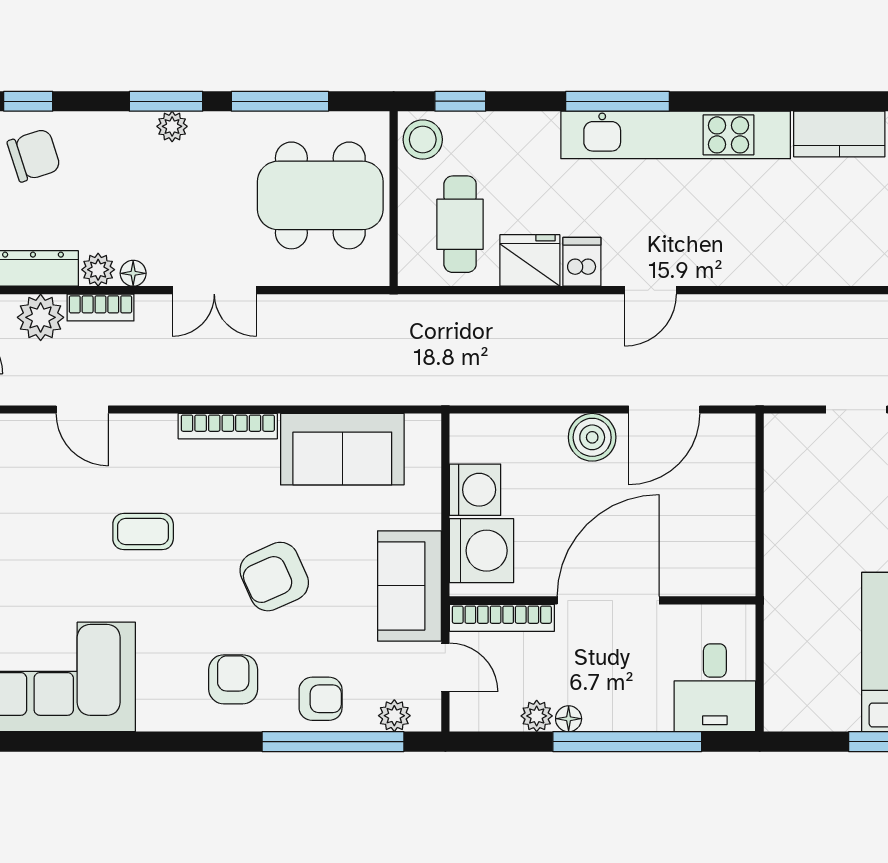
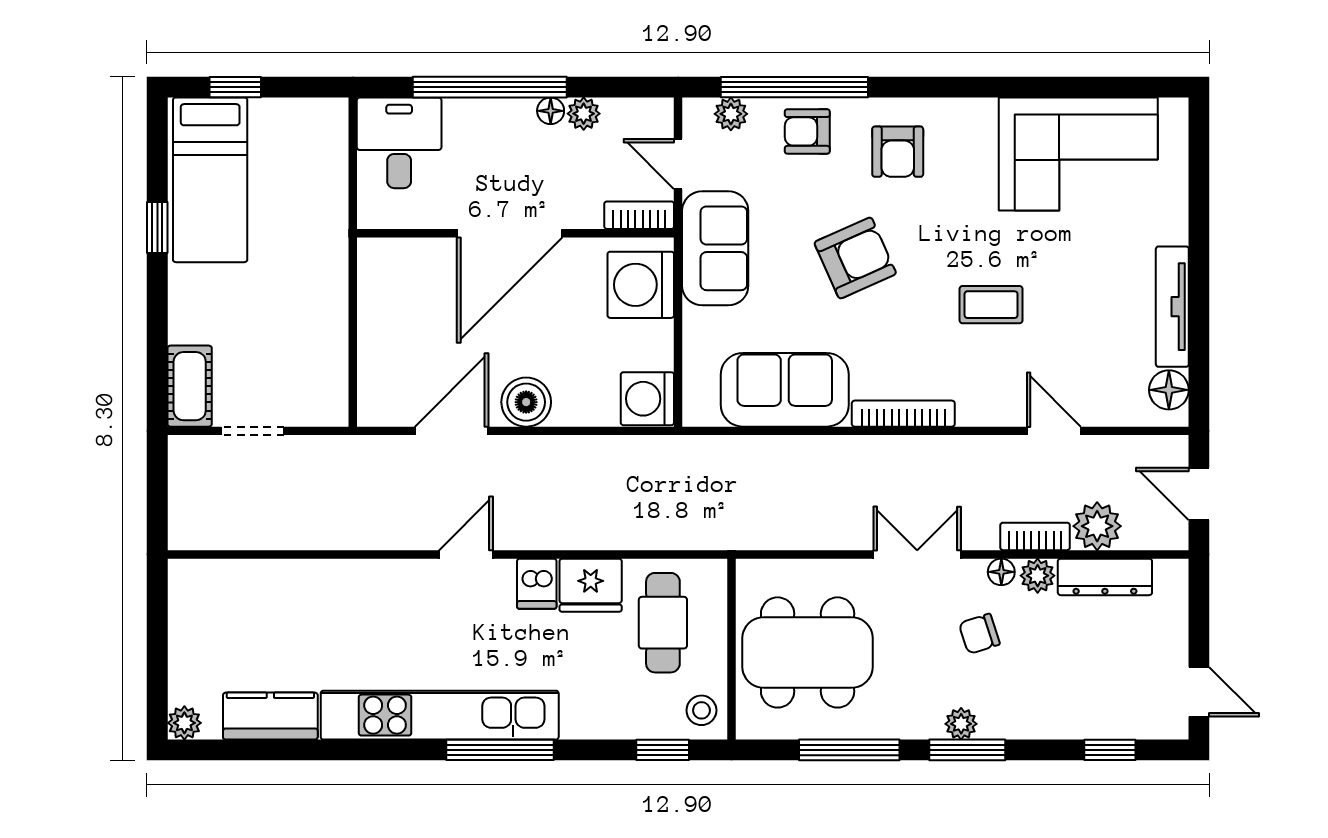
stool: (423, 140) -> (701, 710), width x0.73, depth x0.73
chair: (34, 155) -> (979, 634), moved, width x0.73, depth x0.73
washing machine: (475, 490) -> (647, 399), moved
bookcase: (502, 618) -> (639, 215), width x0.64

